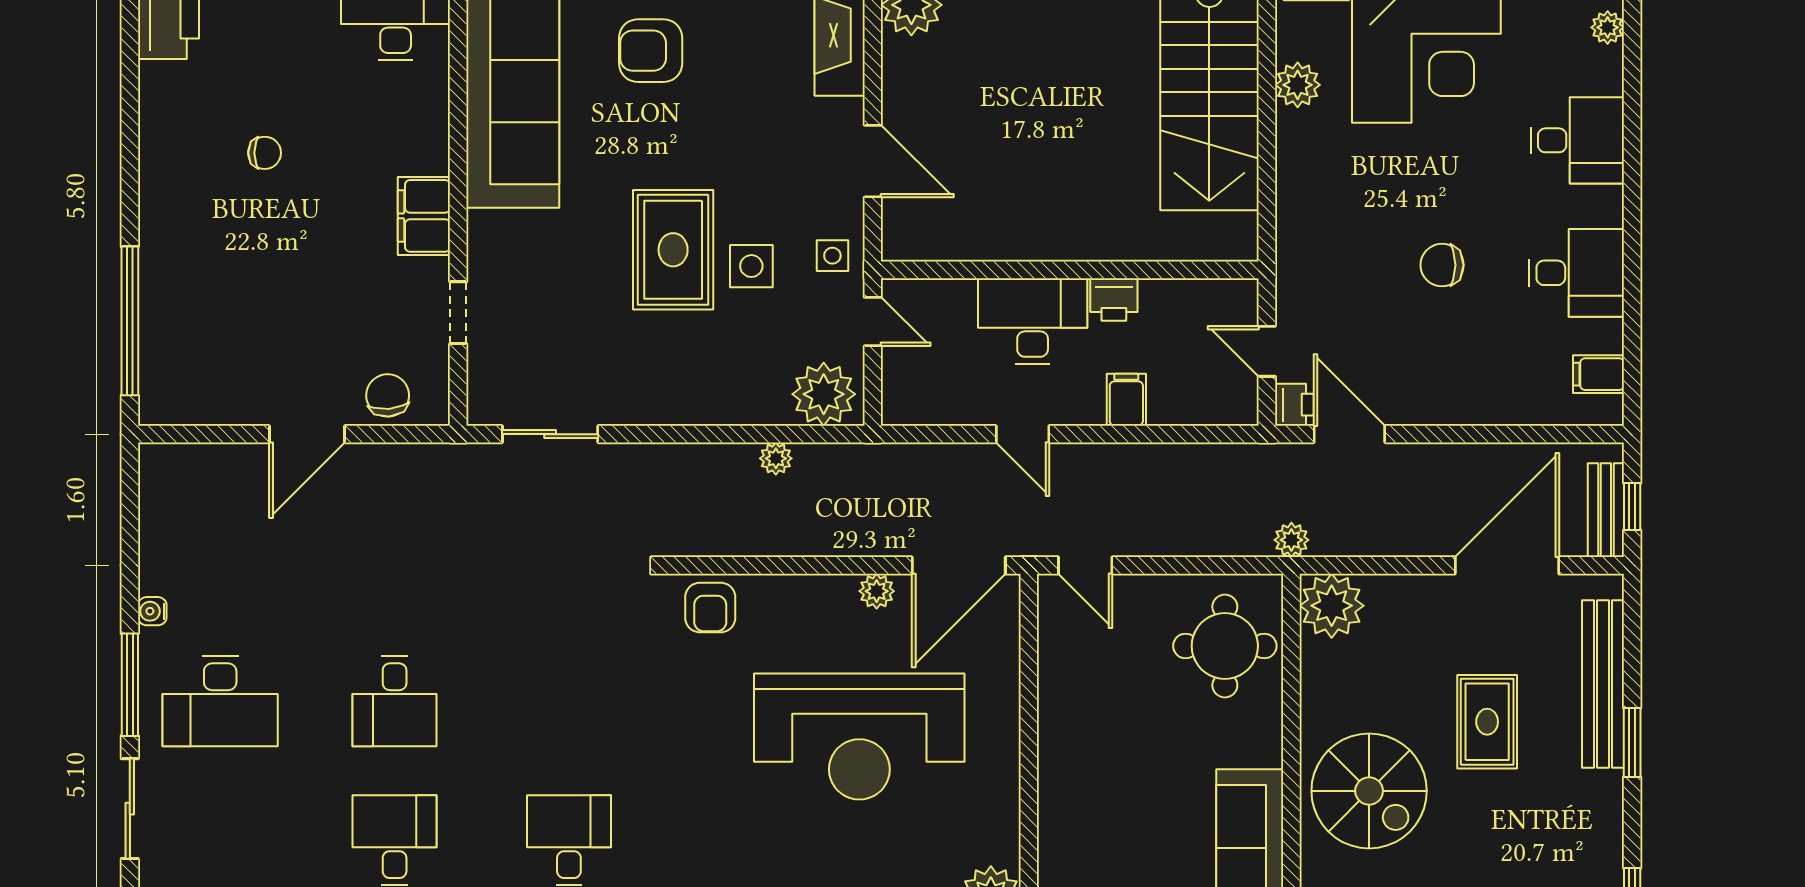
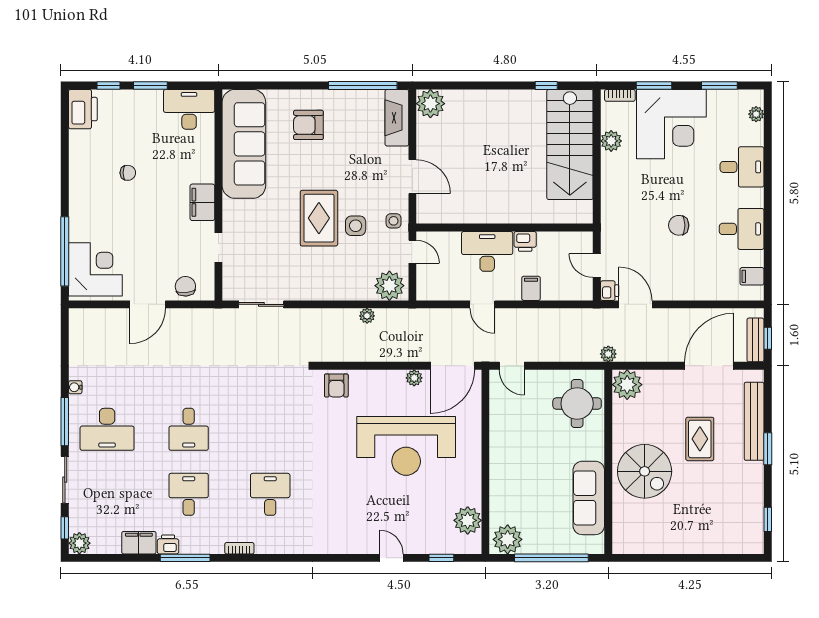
corner desk: (195, 359) -> (95, 269), added

